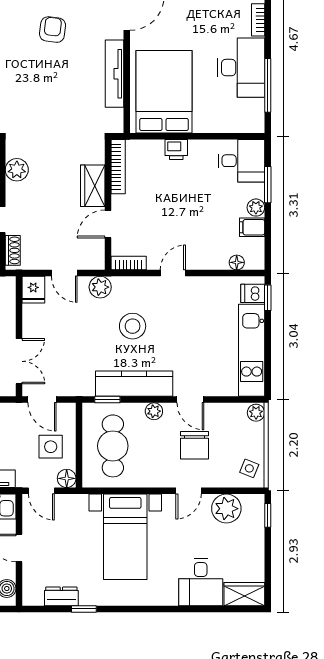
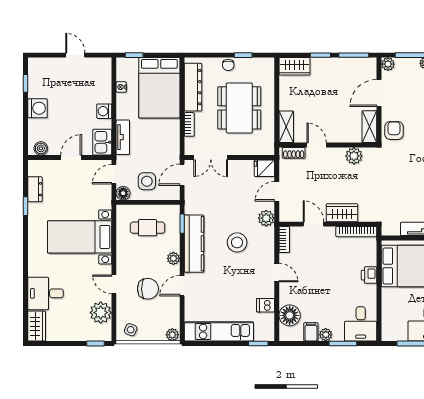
floor lamp: (237, 262) -> (290, 315), width x1.89, depth x1.89
dishwasher: (253, 293) -> (265, 305), moved, turned -90
chair: (195, 445) -> (148, 289), turned 180
cafe table: (113, 446) -> (147, 228), width x0.73, depth x0.74

